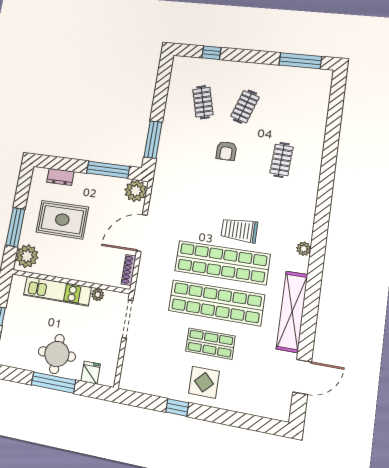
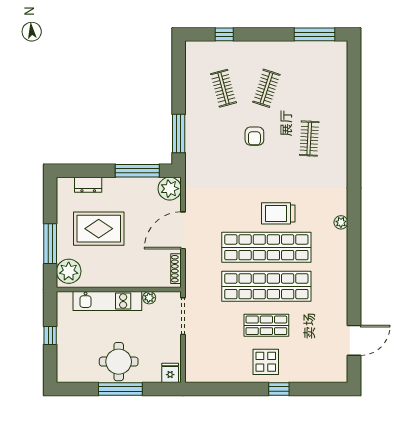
shelving: (292, 312) -> (338, 283), removed
fridge: (91, 373) -> (170, 373), moved
window: (177, 407) -> (279, 389), moved

